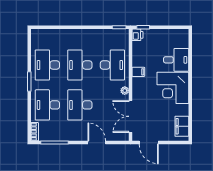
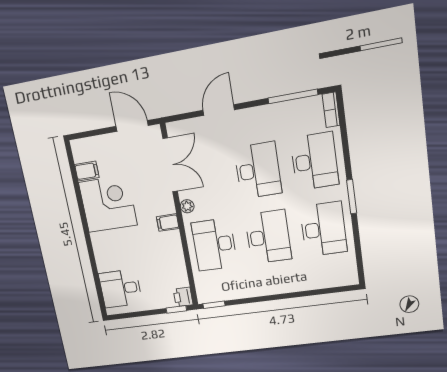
desk: (176, 60) -> (120, 289), moved
filing cabinet: (138, 72) -> (168, 223), moved
corner desk: (173, 88) -> (108, 204), moved
filing cabinet: (182, 126) -> (87, 171), width x0.50
door: (97, 143) -> (219, 110), swing flipped

